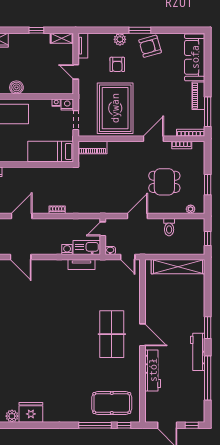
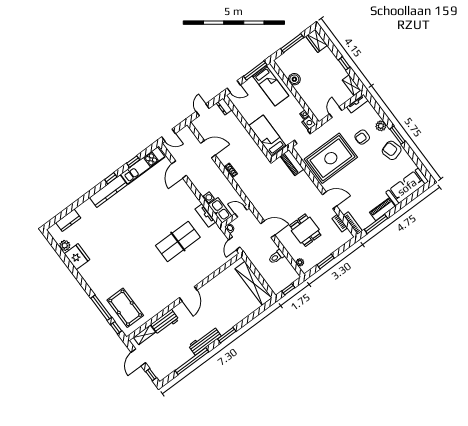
table tennis table: (112, 334) -> (178, 241), moved
workbench: (153, 370) -> (165, 322), width x0.73
shelving: (150, 404) -> (144, 335), added

